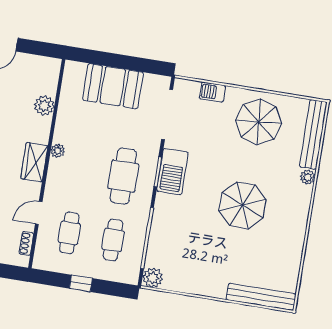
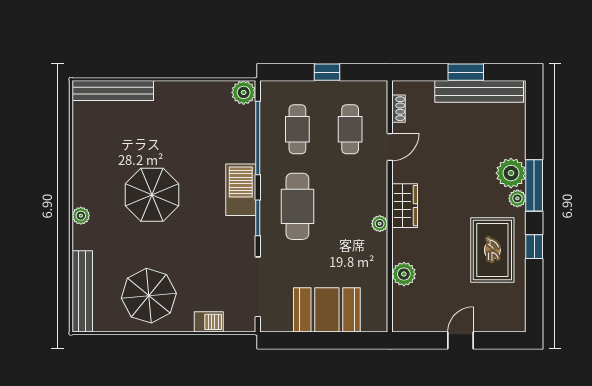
barbecue: (172, 172) -> (241, 190), moved
plant: (308, 177) -> (81, 216), moved

